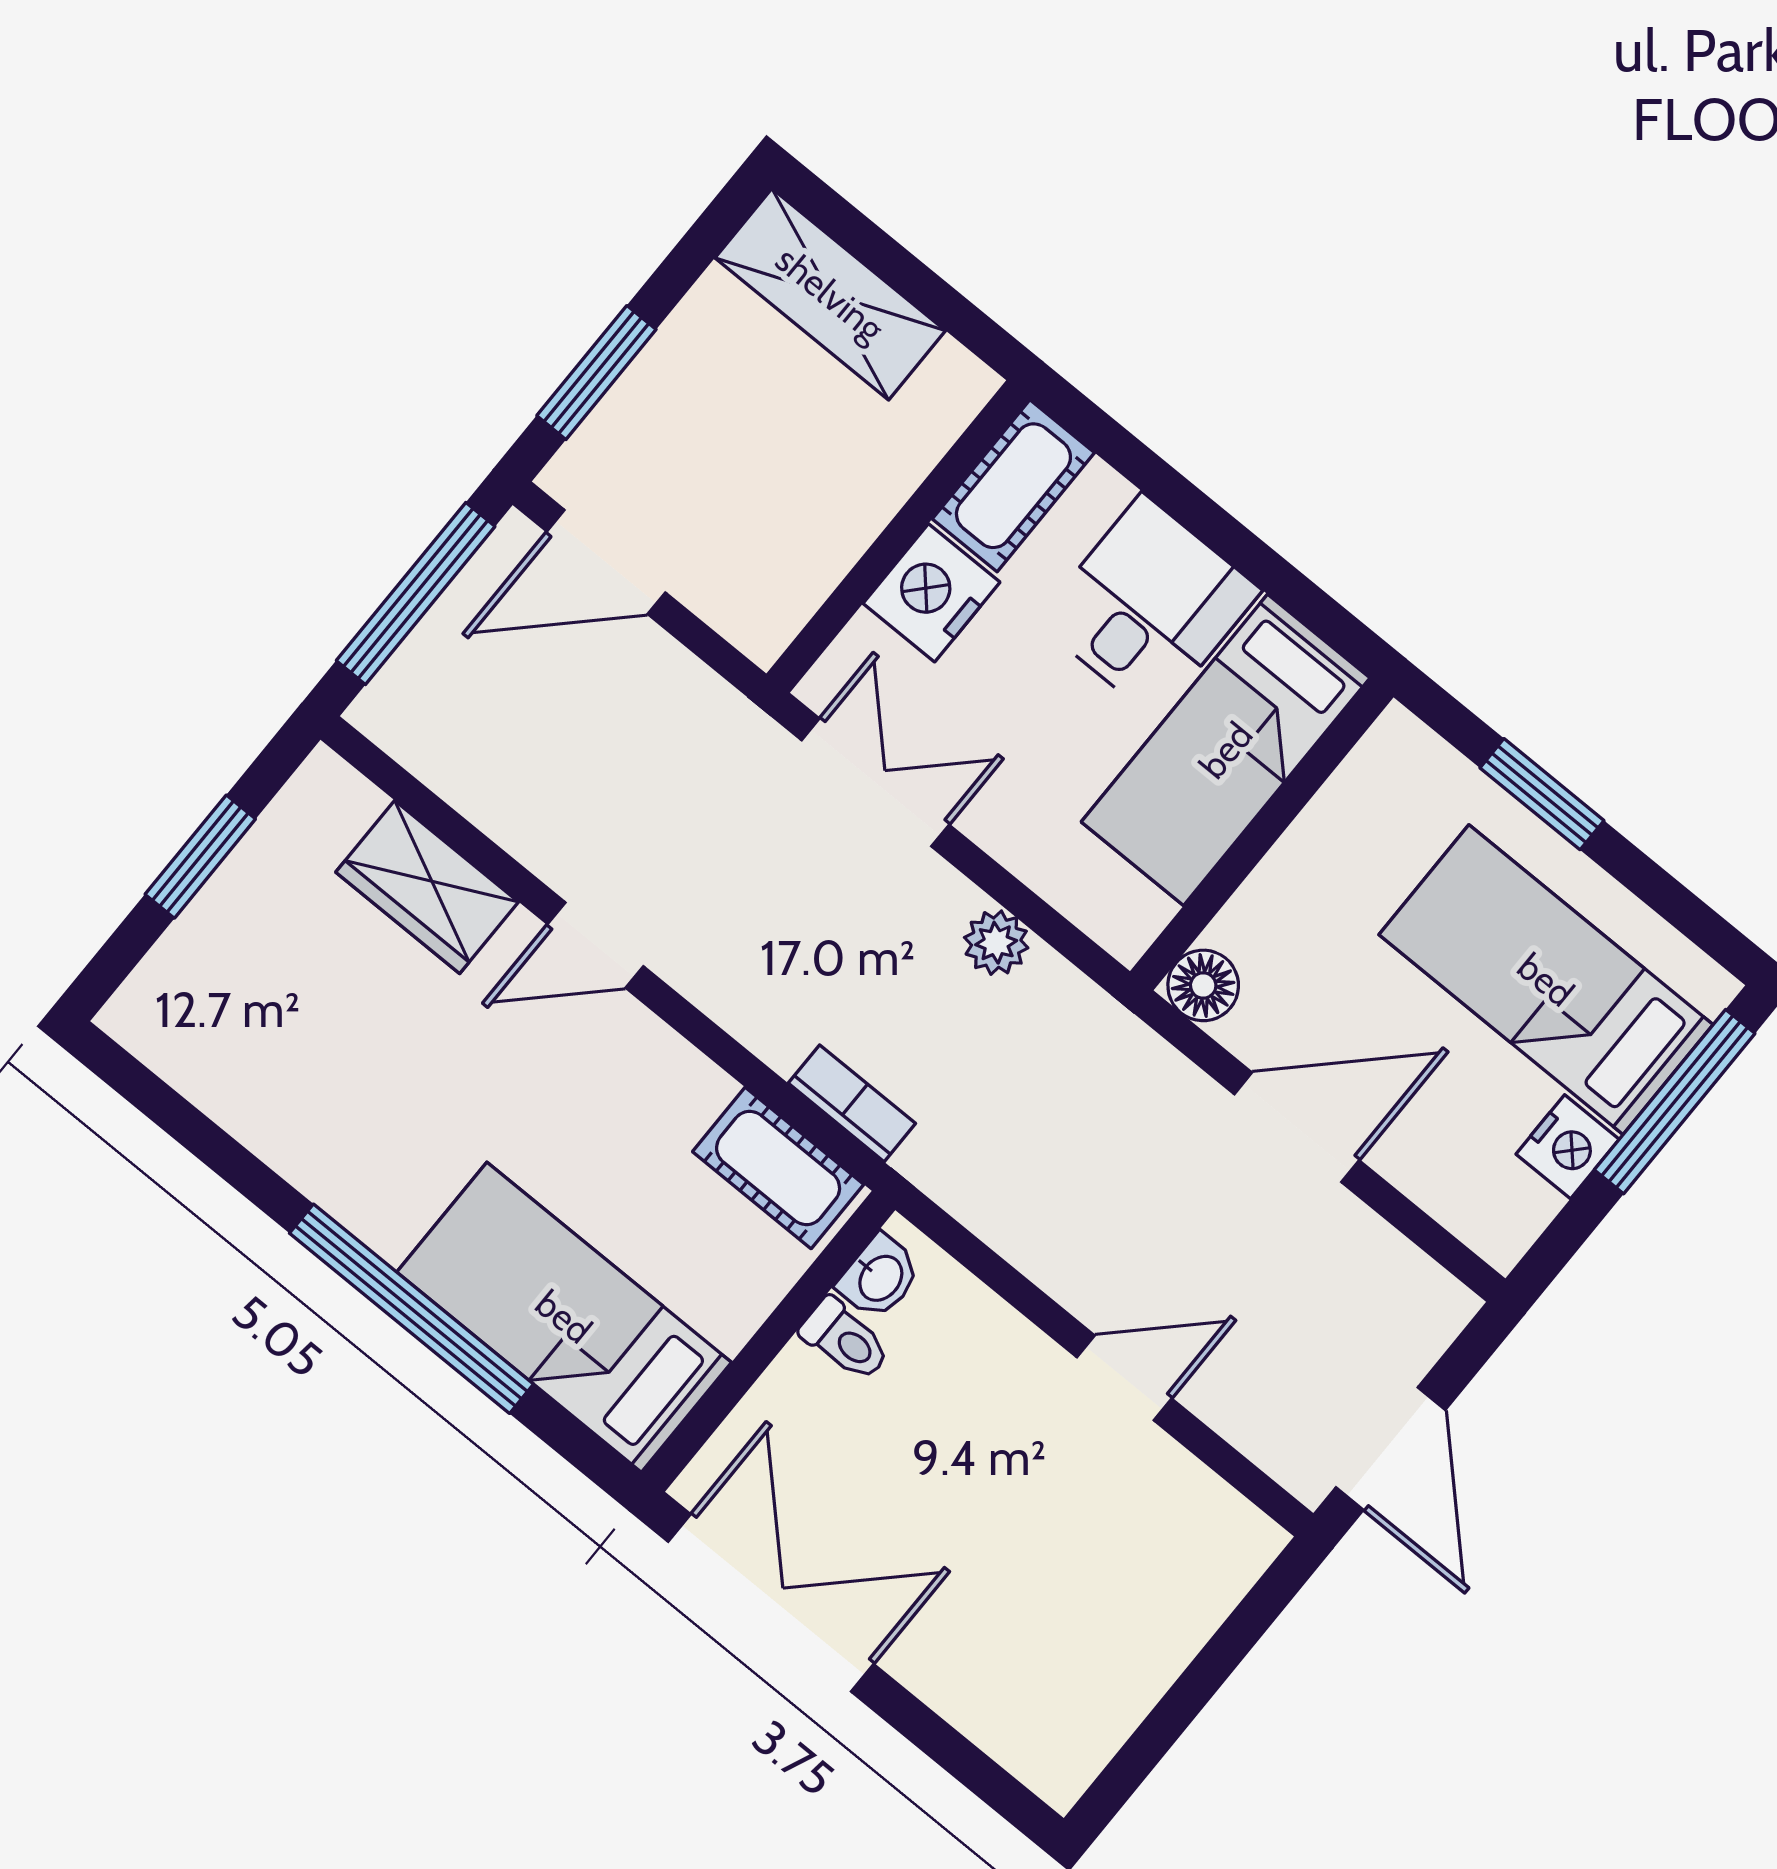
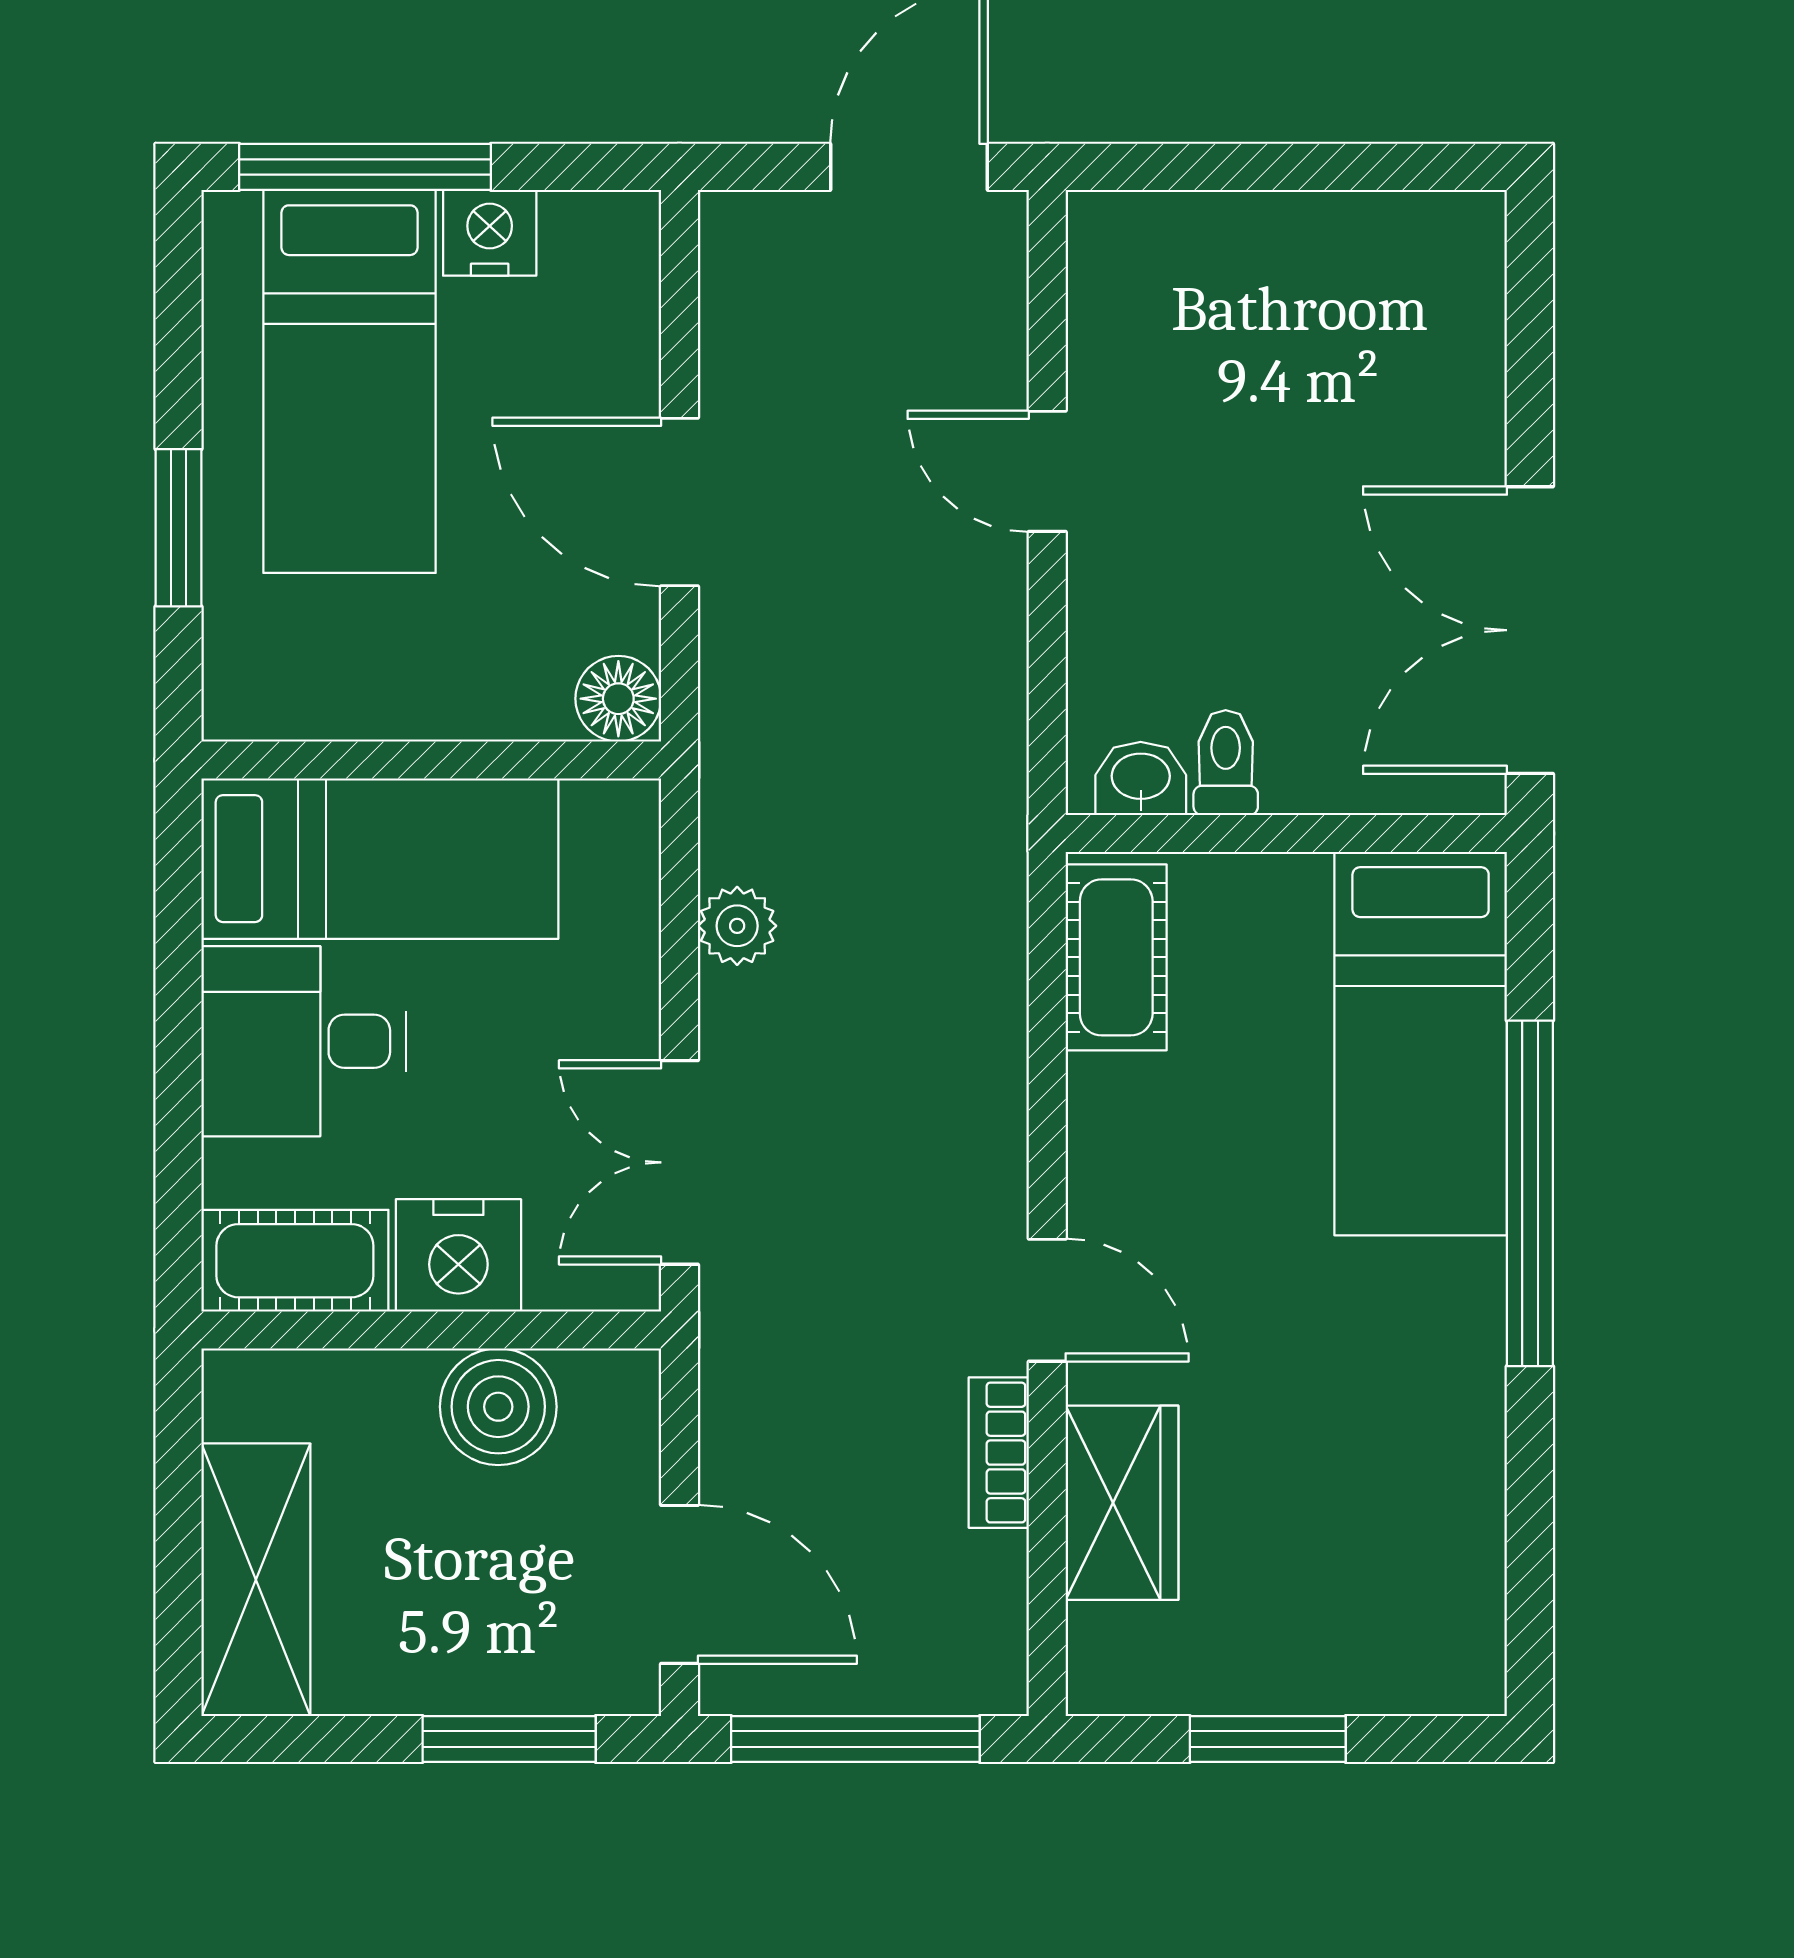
boiler: (814, 539) -> (498, 1407), added
bookcase: (852, 1103) -> (999, 1453), moved

